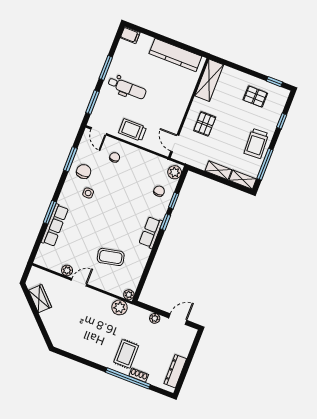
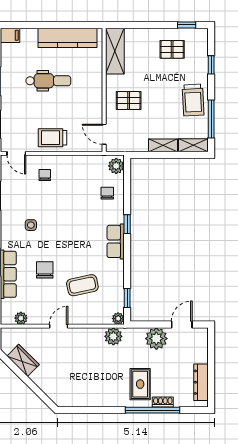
dental chair: (127, 88) -> (48, 81), moved
pallet: (205, 124) -> (129, 101), turned 90
chair: (84, 172) -> (45, 270), moved
window: (174, 201) -> (127, 298), moved
plant: (67, 270) -> (21, 318), moved
plant: (155, 318) -> (156, 339), width x1.88, depth x1.88

